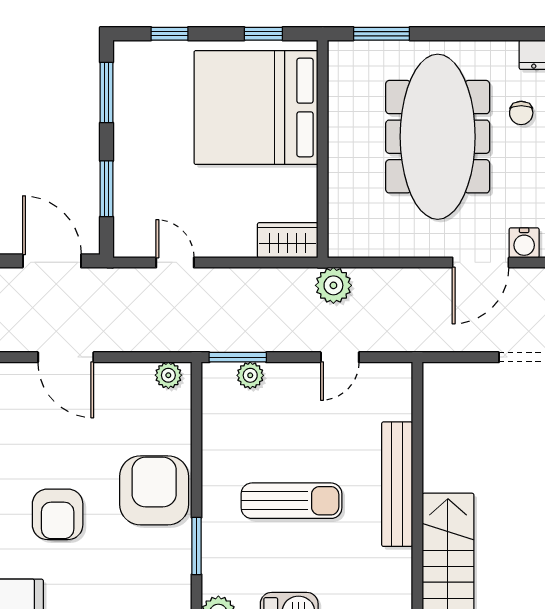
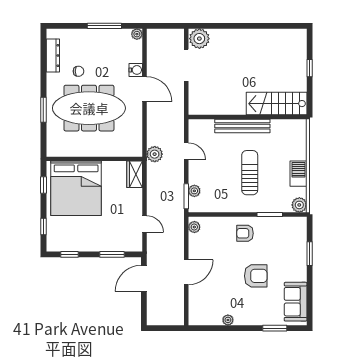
window: (381, 34) -> (43, 110), moved
window: (107, 93) -> (69, 254), width x0.67
door: (175, 262) -> (145, 224), swing flipped
armchair: (154, 490) -> (245, 233), width x0.53, depth x0.53

